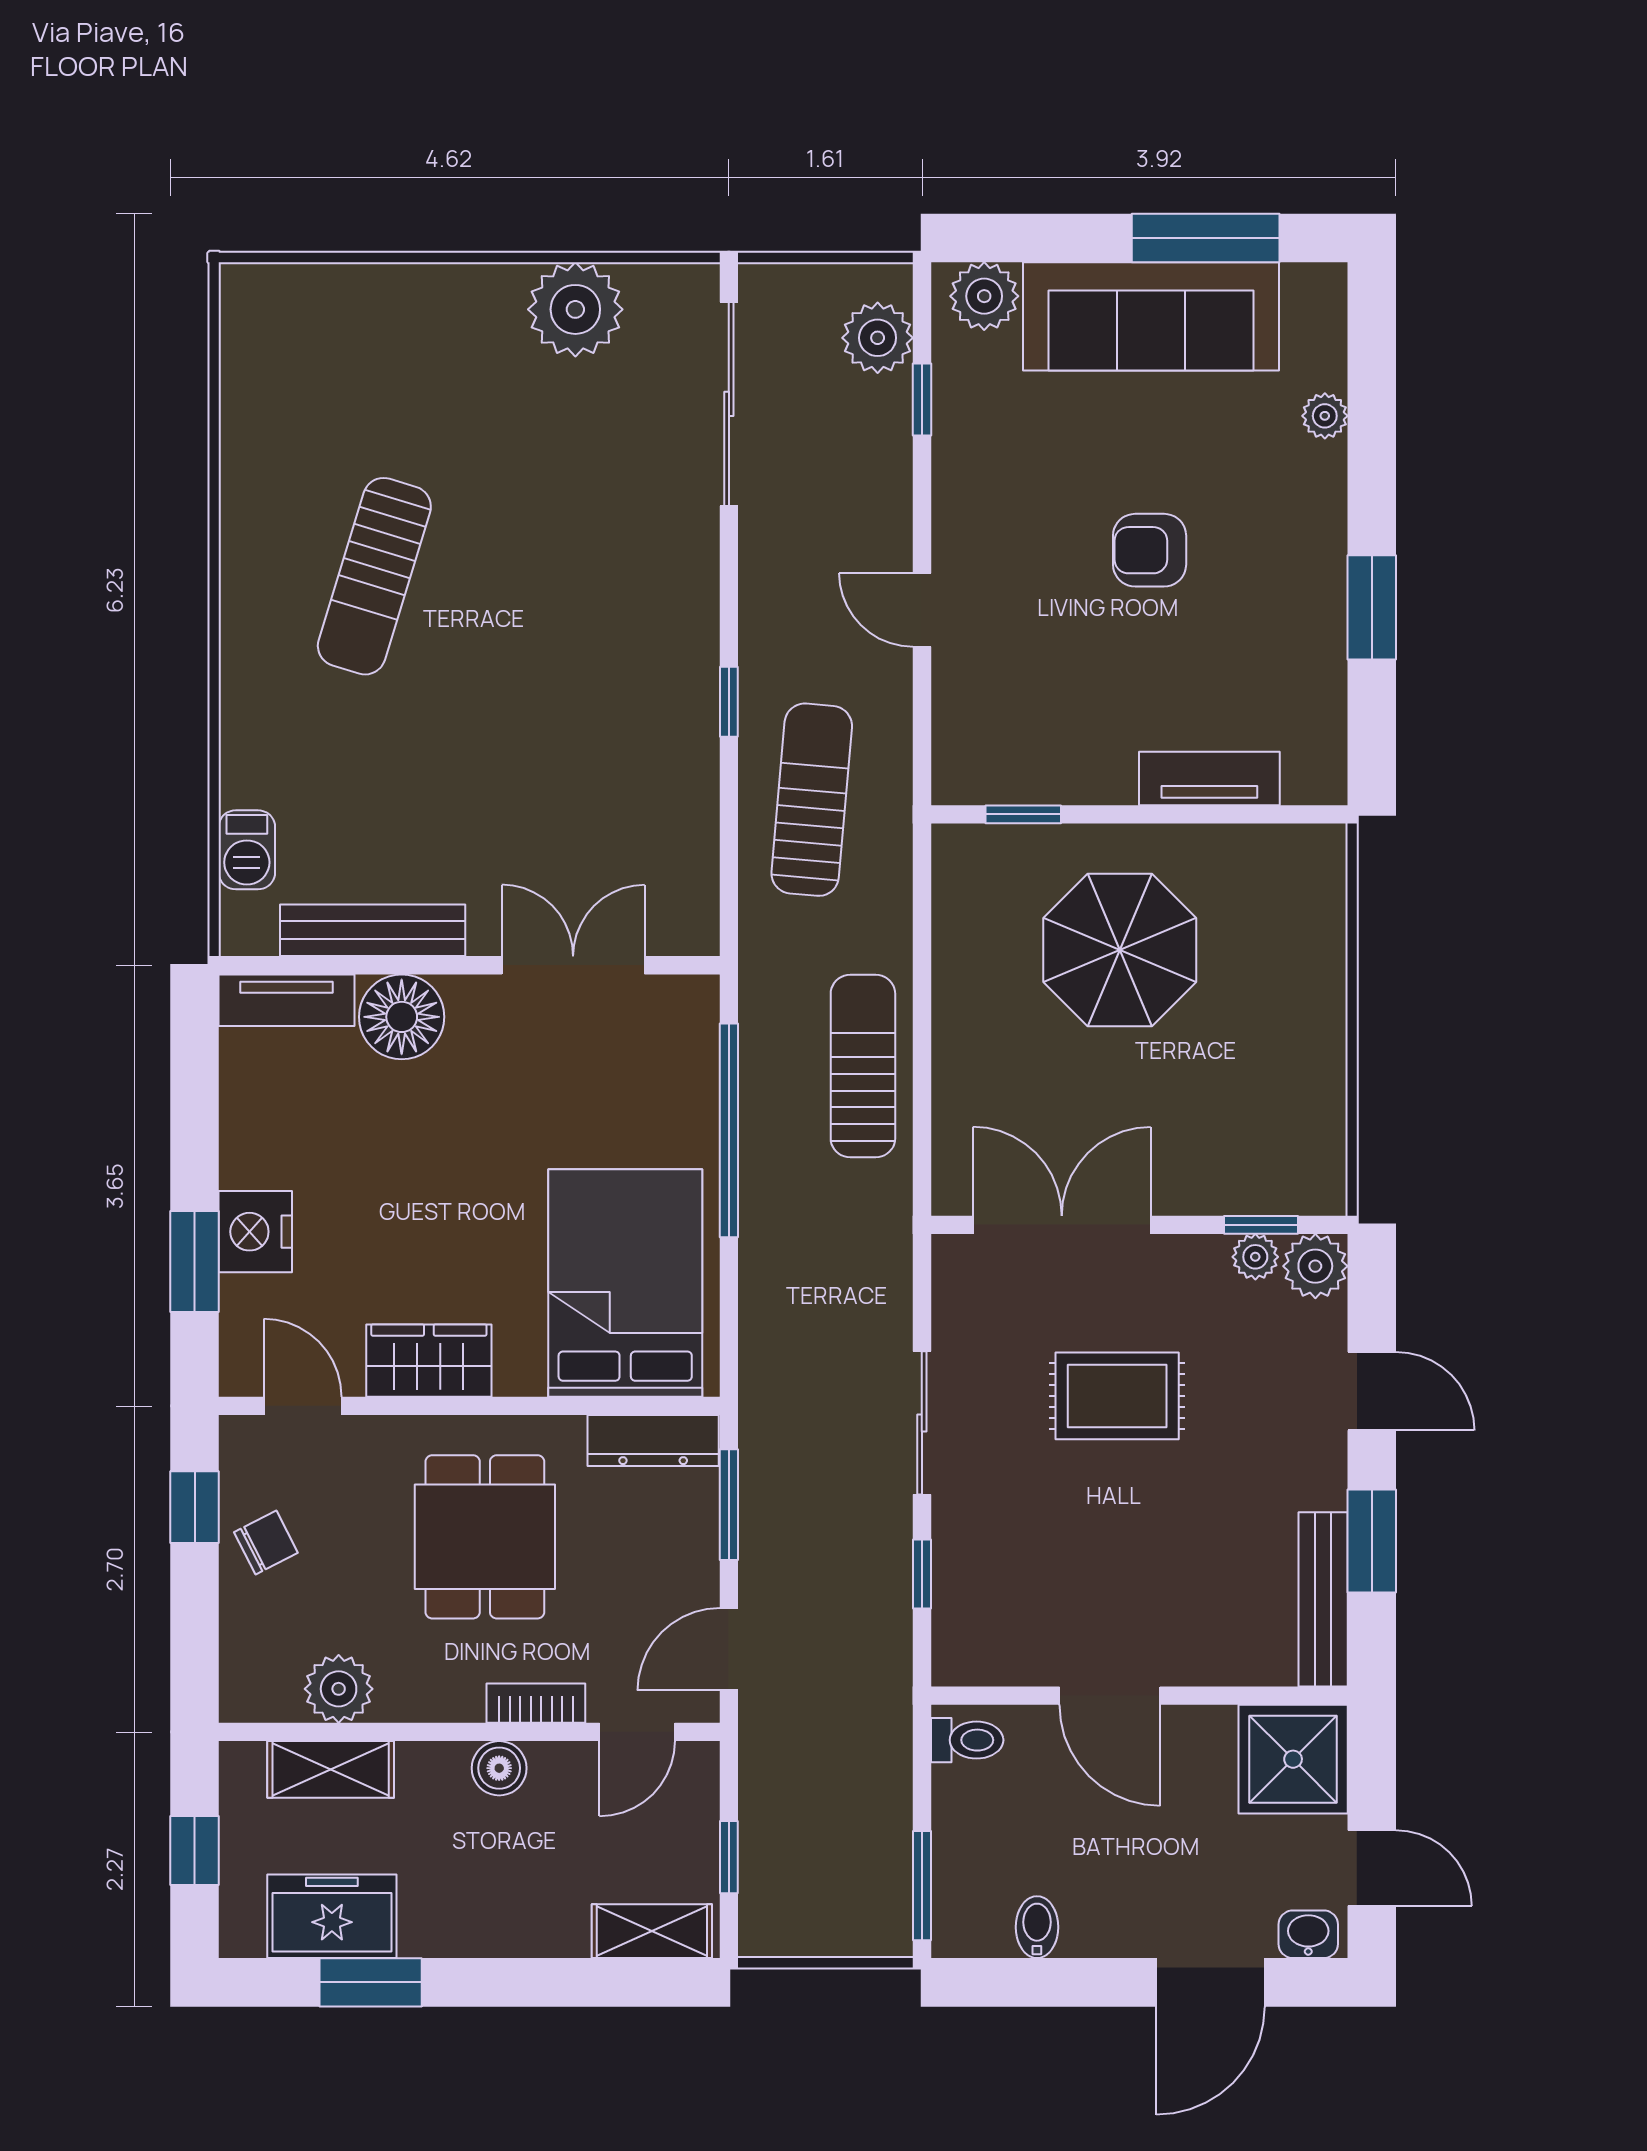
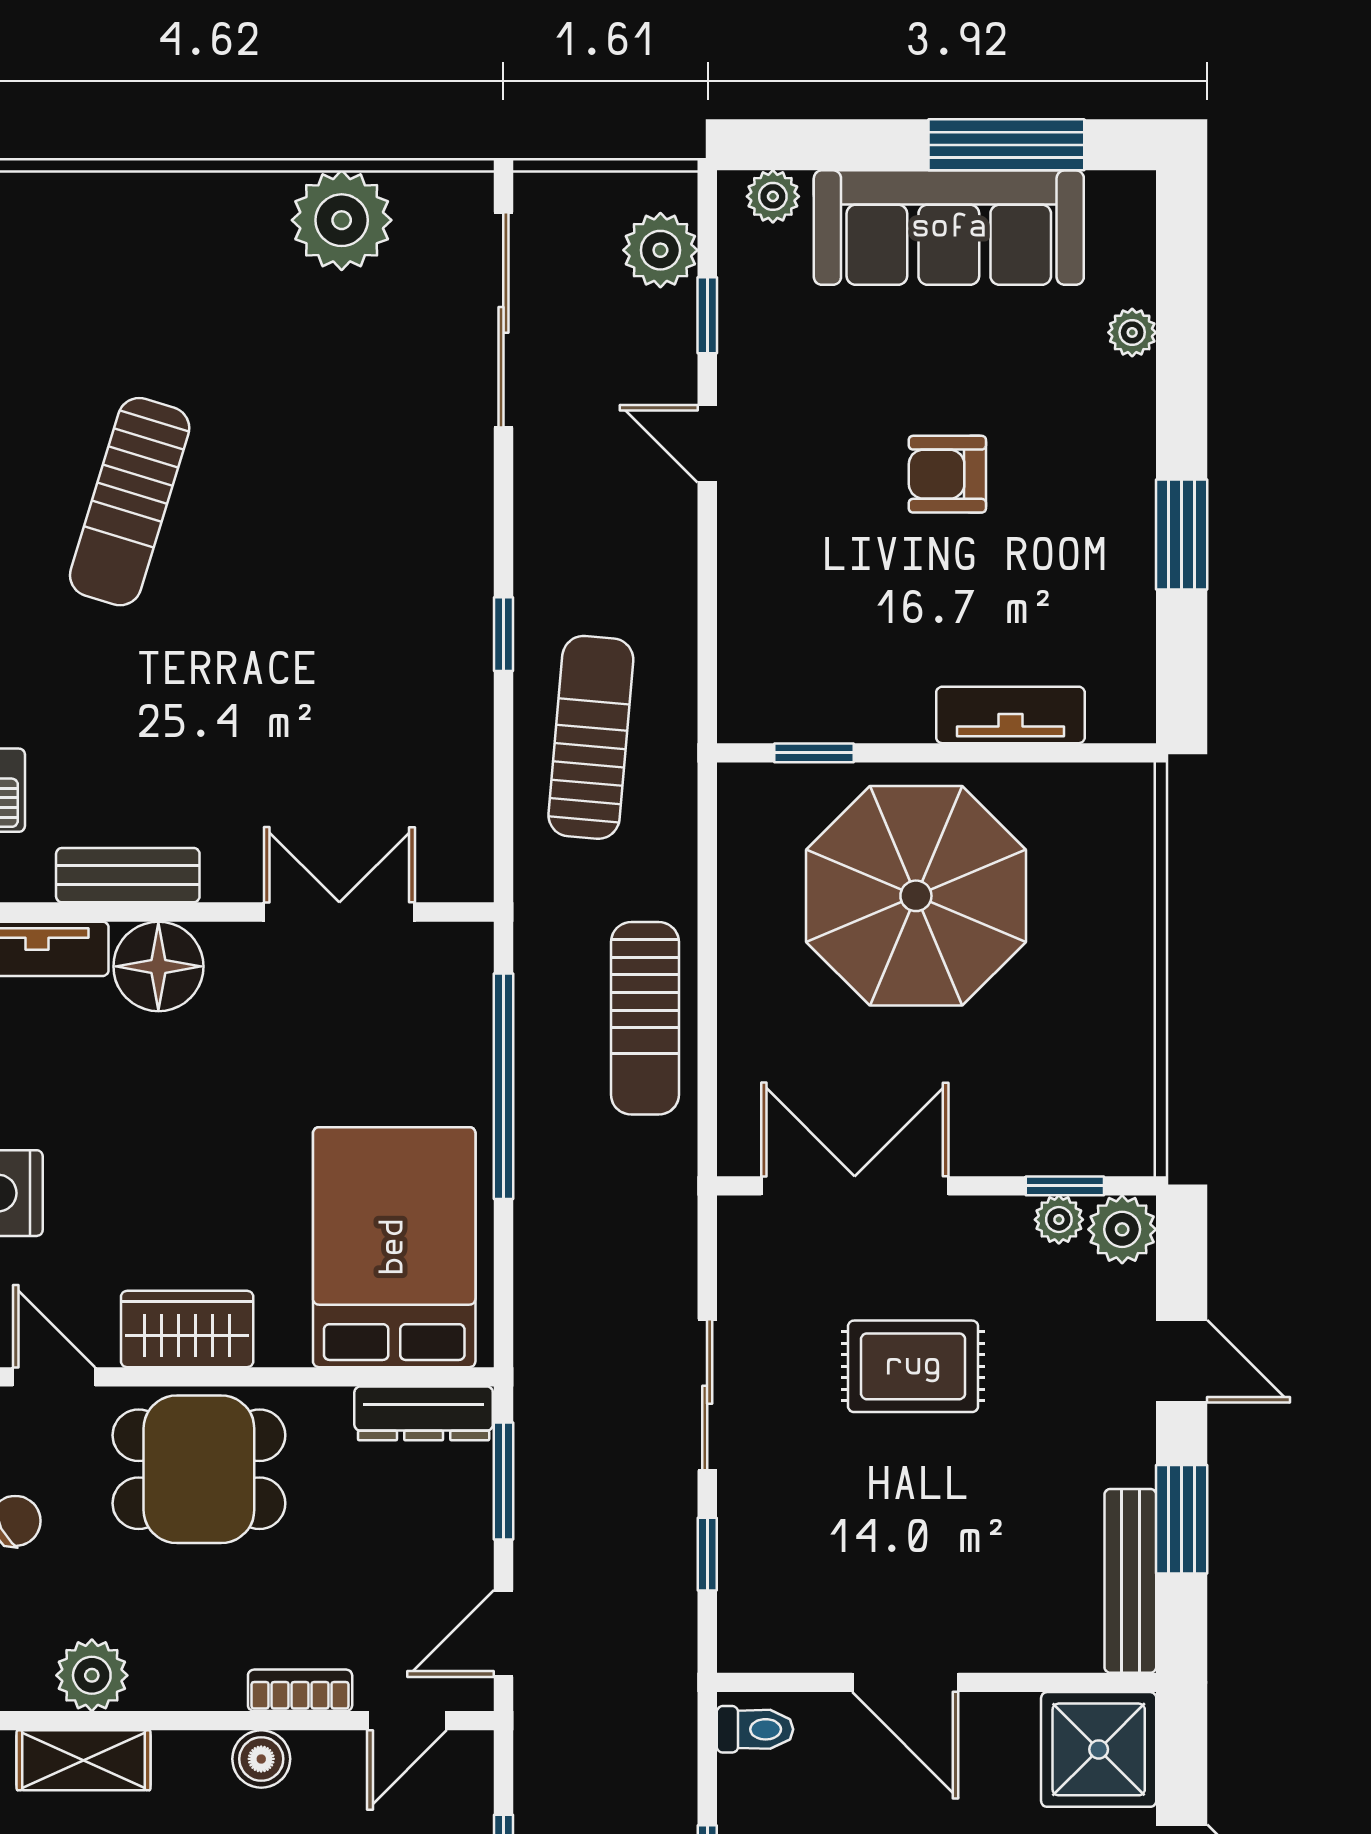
plant: (984, 296) -> (773, 196), width x0.73, depth x0.73
door: (922, 610) -> (707, 444), moved
bench: (373, 930) -> (128, 875), width x0.73
parasol: (1120, 950) -> (916, 896), width x1.36, depth x1.36
sun lounger: (863, 1066) -> (645, 1018), turned 180
dining table: (485, 1537) -> (199, 1469), moved, turned 90

